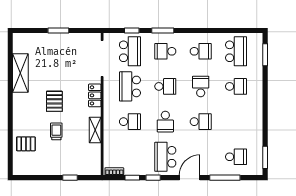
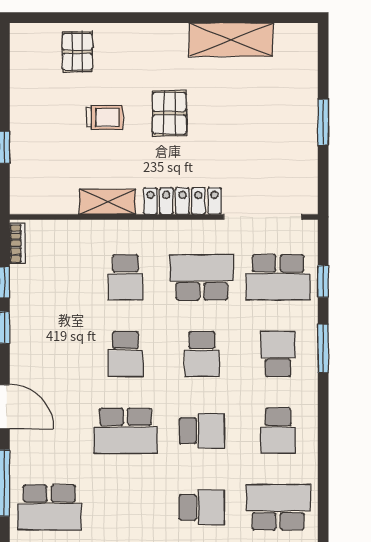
school desk: (236, 51) -> (278, 507), turned 180
school desk: (236, 86) -> (202, 507), turned -90
locker: (95, 95) -> (182, 201), width x1.53
pallet: (54, 101) -> (169, 113), turned 90
school desk: (165, 122) -> (126, 354), turned -90
school desk: (201, 122) -> (126, 431), width x1.85
school desk: (165, 157) -> (49, 354), removed
school desk: (236, 157) -> (49, 507), width x1.85

